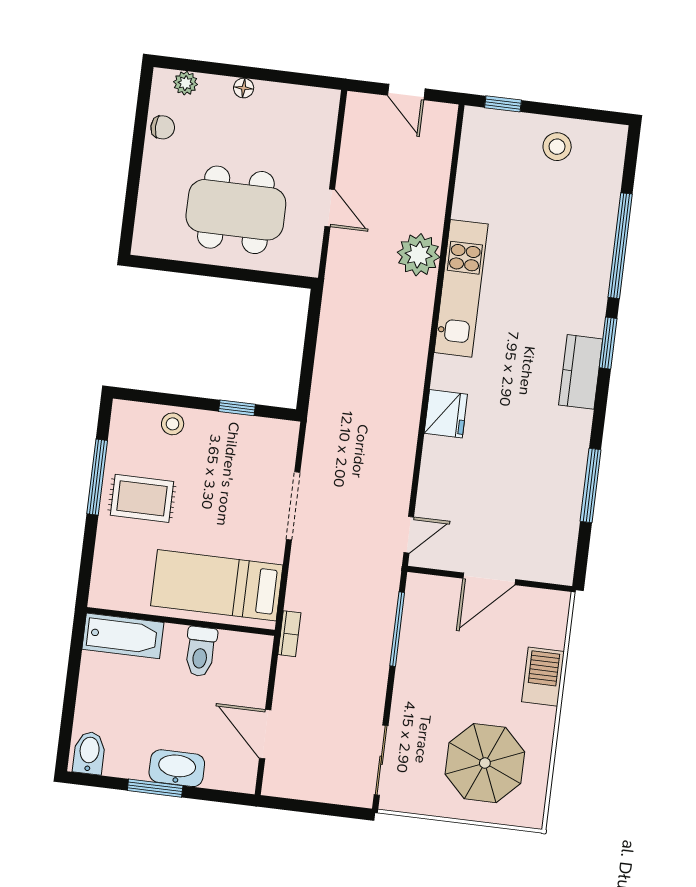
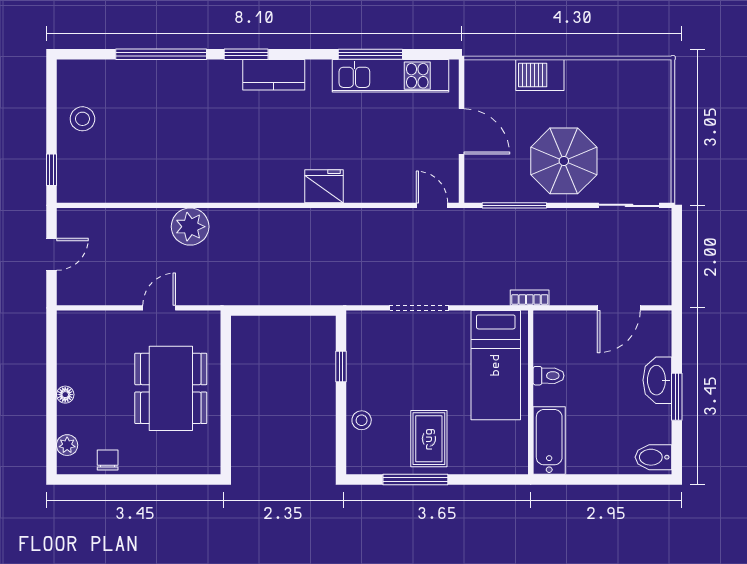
kitchen unit: (461, 288) -> (390, 76), moved, turned 180
toilet: (201, 651) -> (549, 376), width x0.73, depth x0.72
parasol: (485, 763) -> (564, 161), moved

